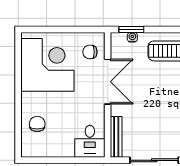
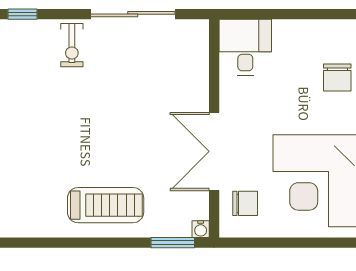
water cooler: (132, 37) -> (201, 229), moved
bench: (116, 137) -> (199, 55), removed

